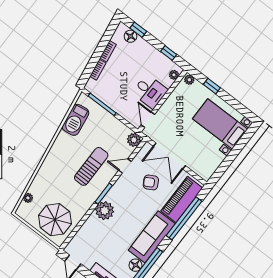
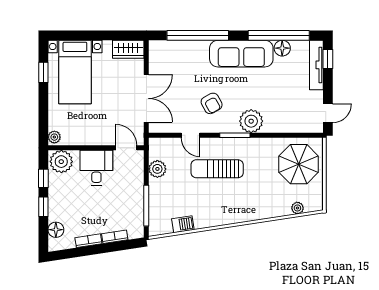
window: (138, 30) -> (43, 207), moved
plant: (174, 75) -> (61, 162), width x1.88, depth x1.88
window: (212, 86) -> (43, 72), moved
barbecue: (76, 120) -> (183, 224), width x0.53, depth x0.65
door: (148, 120) -> (126, 148), swing flipped
plant: (134, 140) -> (157, 169), moved
wardrobe: (209, 168) -> (128, 49), added
armchair: (151, 182) -> (212, 103), moved
piano: (182, 199) -> (180, 52), removed

